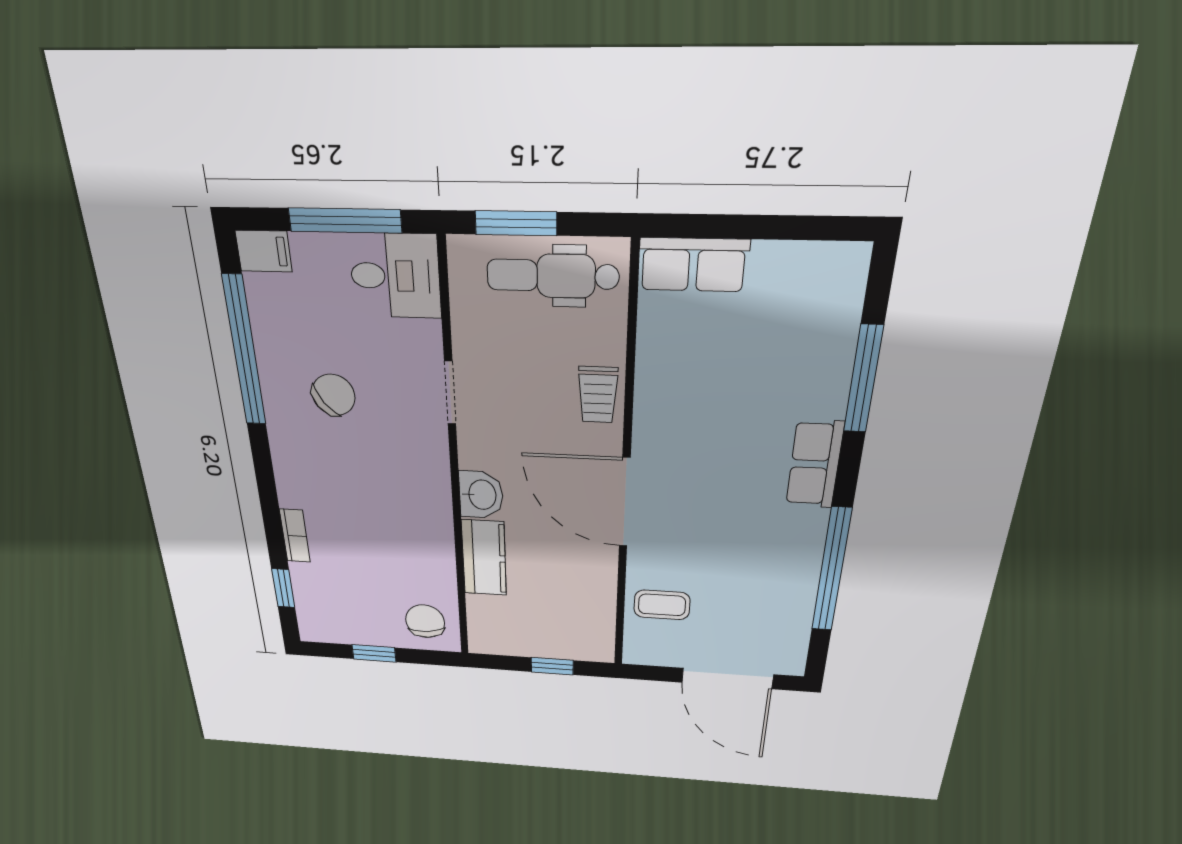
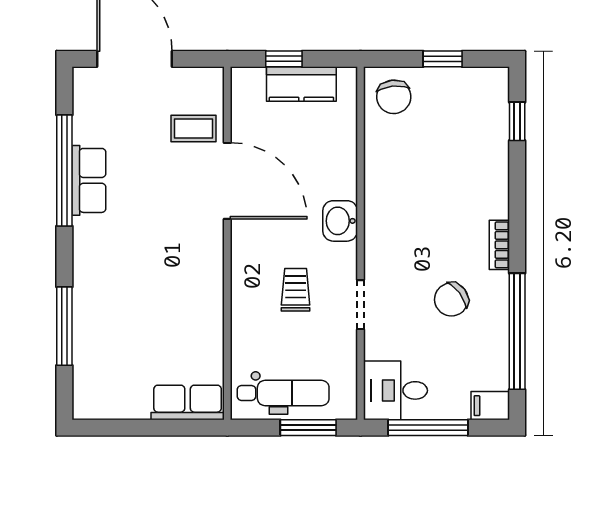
trolley: (598, 395) -> (296, 290), moved
row of seats: (815, 464) -> (89, 180), moved
door: (625, 503) -> (227, 181), moved
bookcase: (295, 536) -> (499, 245), moved
kitchen counter: (484, 558) -> (301, 84), moved, turned -90

